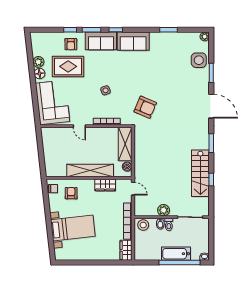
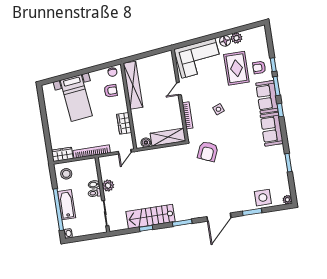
shelving: (90, 171) -> (133, 85), moved
stool: (143, 225) -> (66, 174), moved

